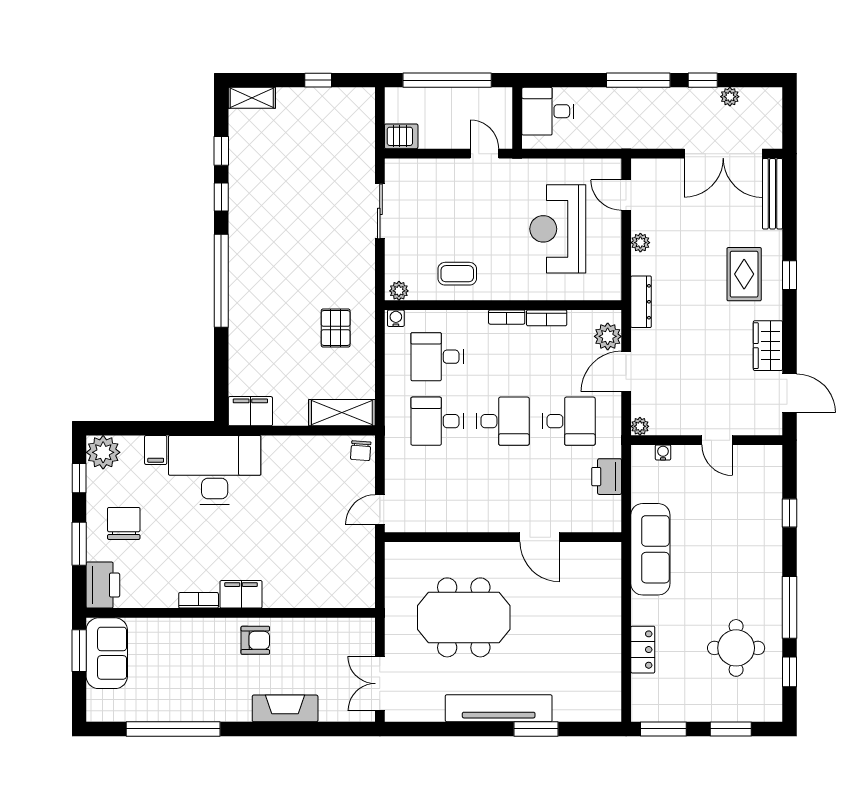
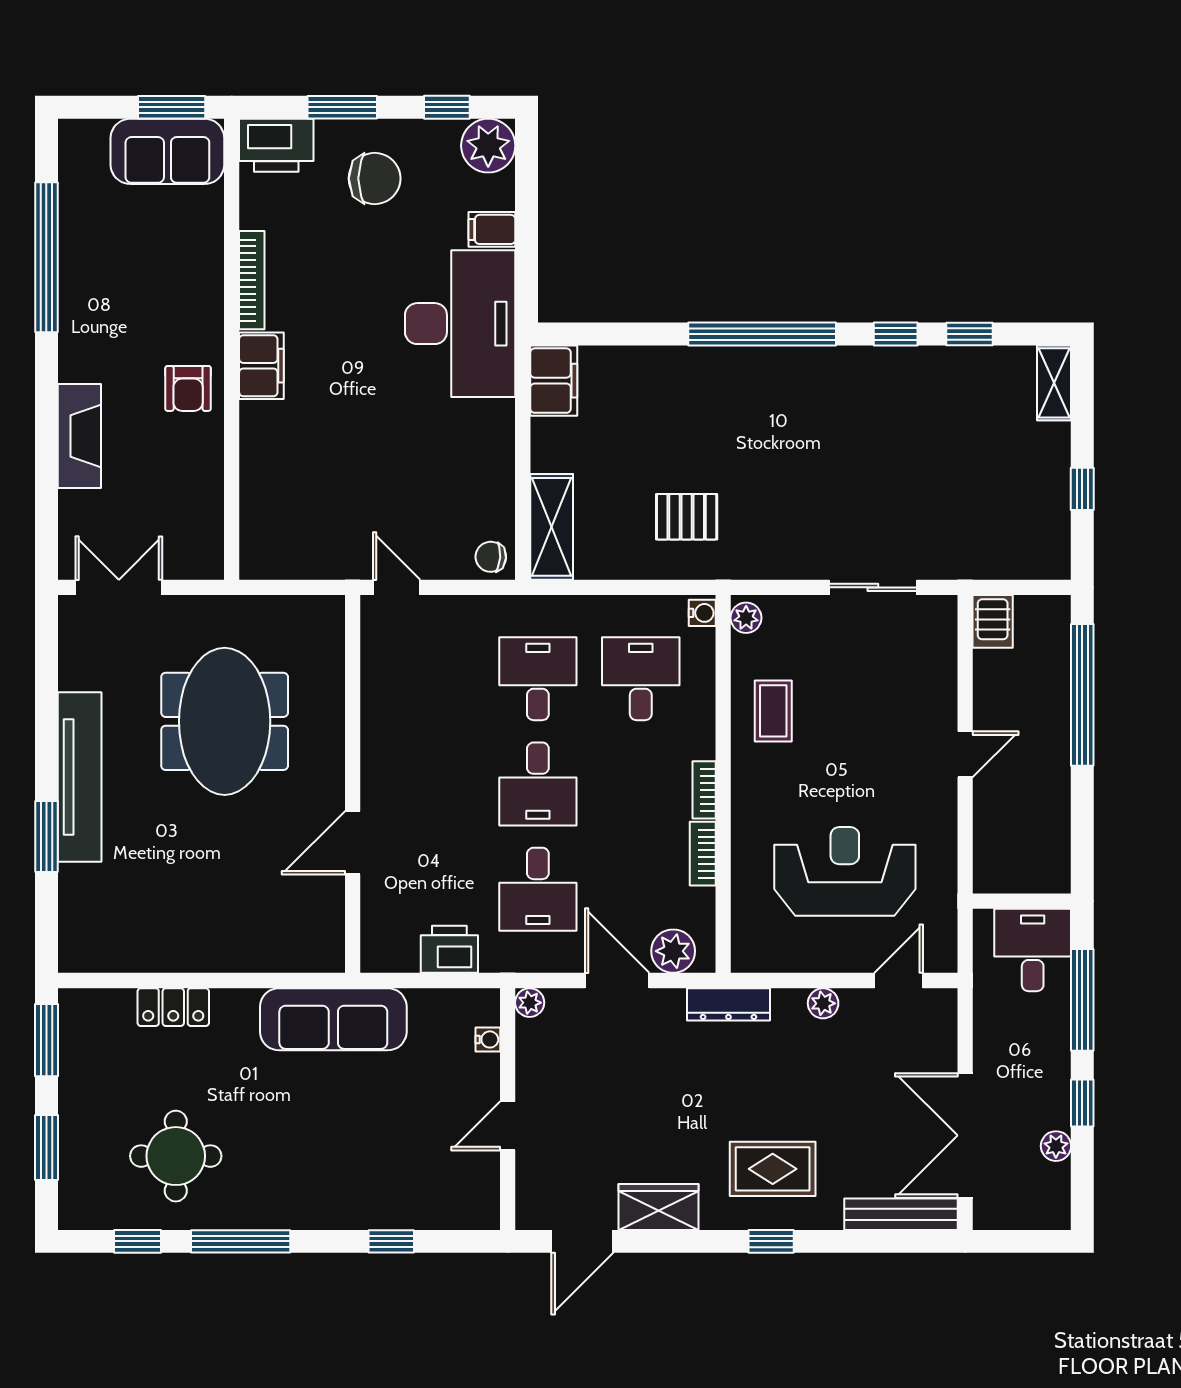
desk: (548, 111) -> (1033, 950), moved
wall: (517, 118) -> (1022, 901), moved
bookcase: (199, 600) -> (252, 280), width x1.56

